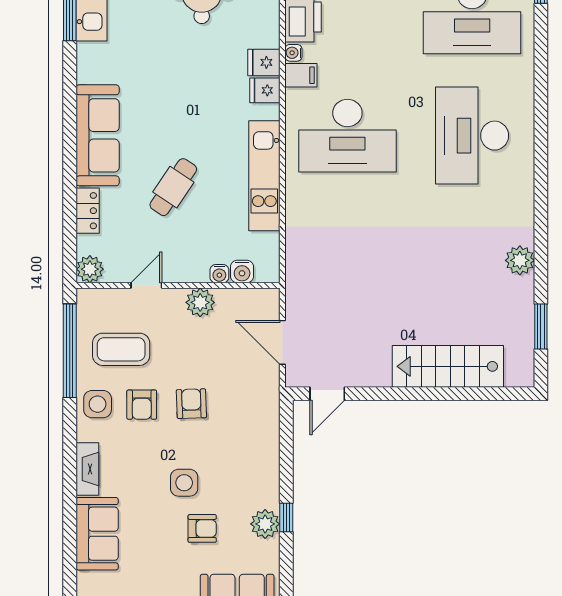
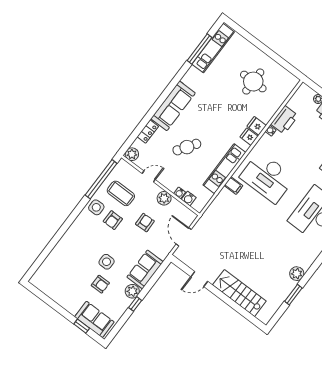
filing cabinet: (301, 75) -> (233, 186), moved
window: (541, 326) -> (293, 295), moved
door: (327, 394) -> (199, 279), moved
armchair: (191, 404) -> (145, 223), moved
fireplace: (87, 469) -> (74, 229), removed
plant: (265, 524) -> (132, 291), moved
sofa: (97, 534) -> (145, 269), moved, turned 180

